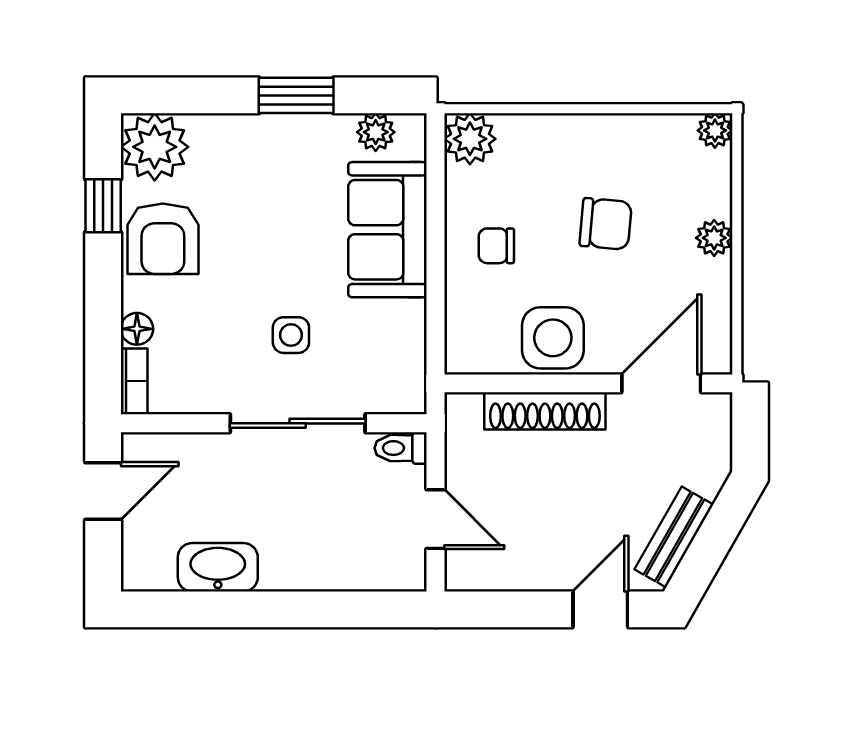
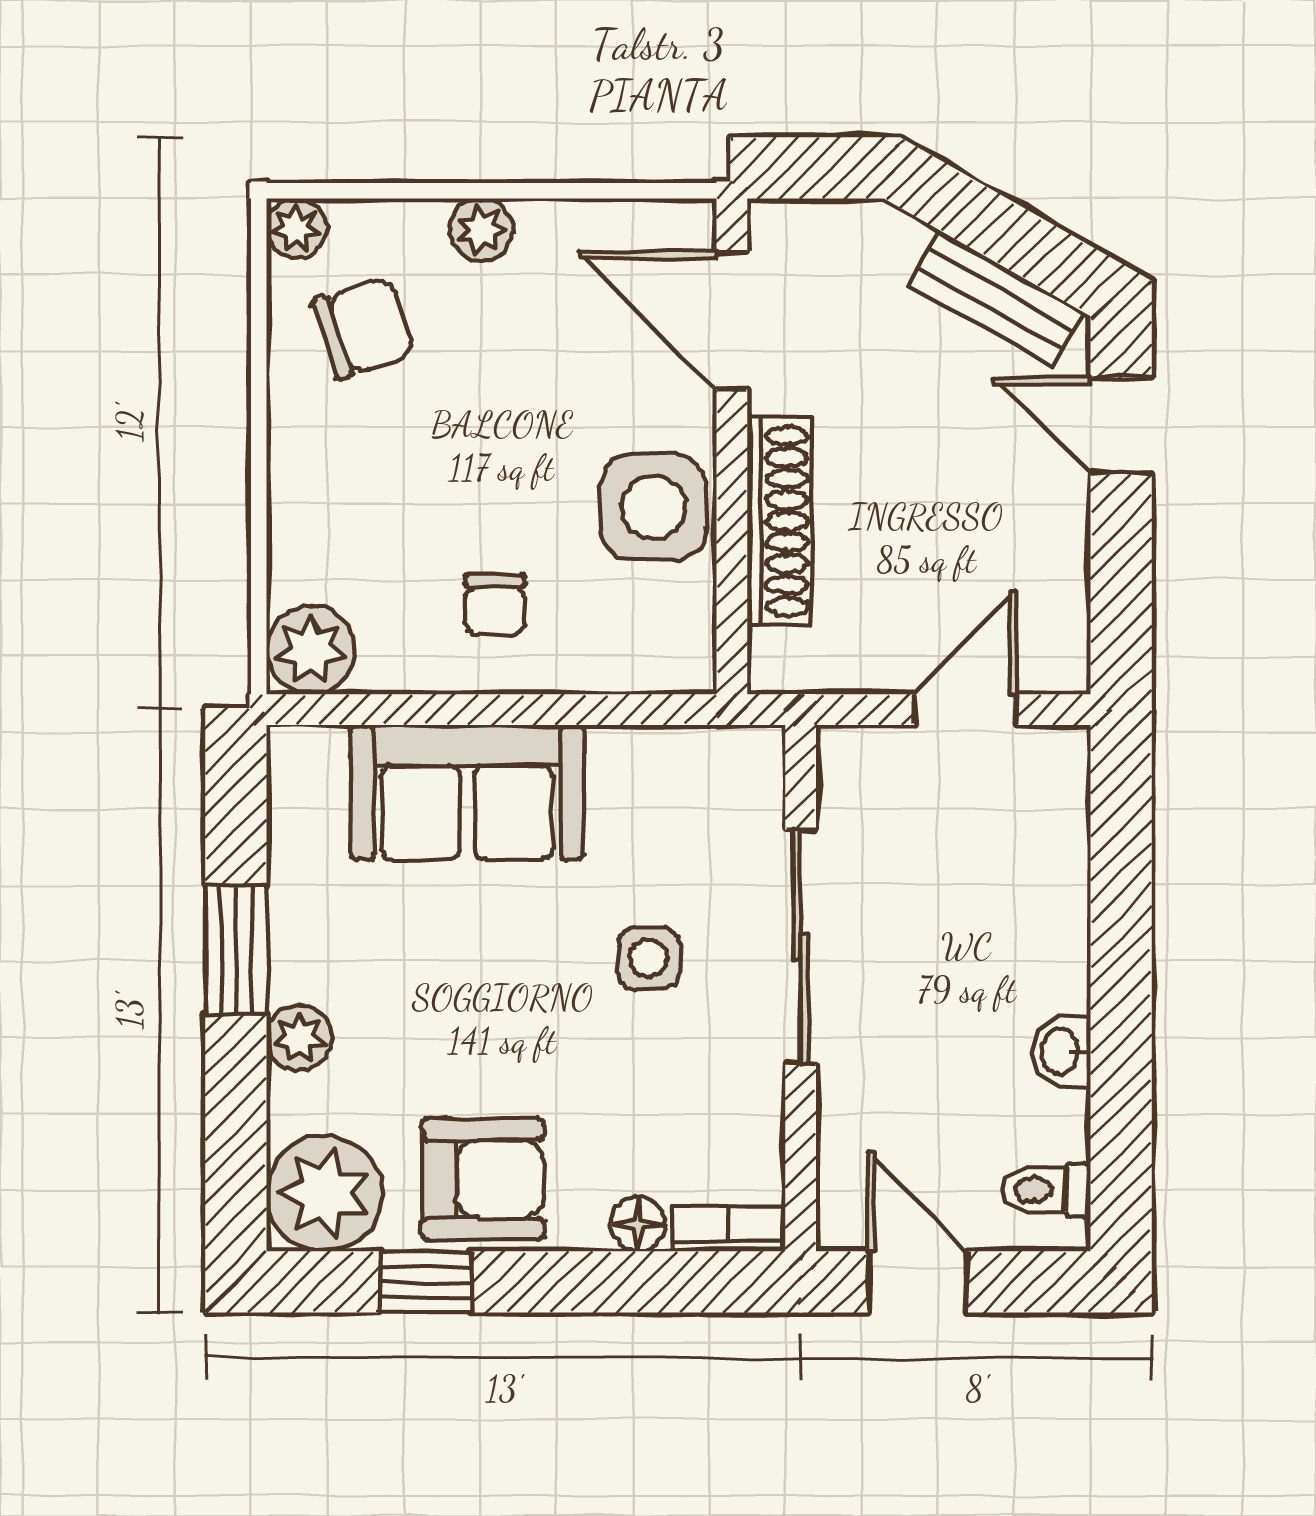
plant: (376, 132) -> (299, 1038), moved
chair: (606, 224) -> (364, 328), moved, turned 67
toilet: (401, 448) -> (1046, 1190), moved, turned 90
washbasin: (218, 567) -> (1062, 1052), width x0.52, depth x0.69

